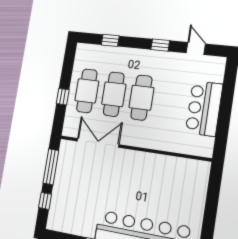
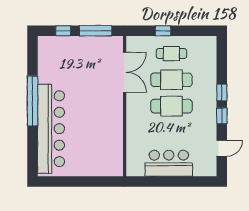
window: (110, 40) -> (222, 92), moved
cafe table: (87, 91) -> (171, 54), width x0.73, depth x0.74

